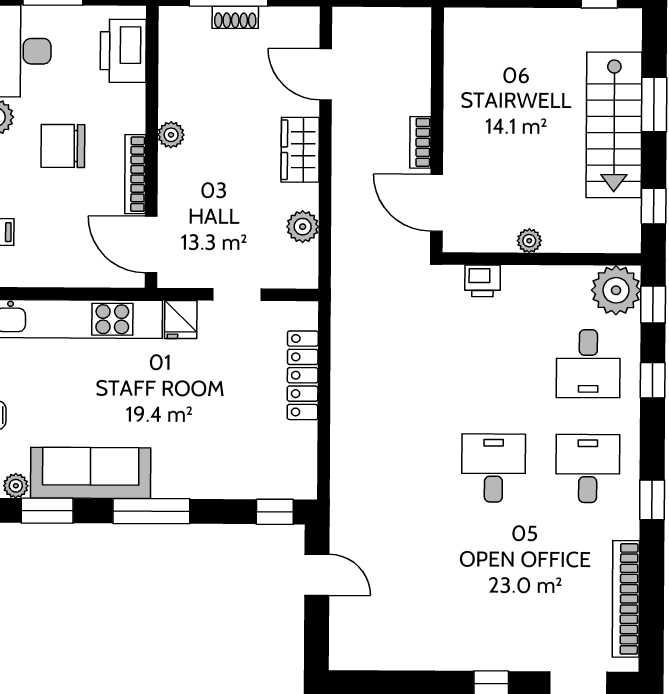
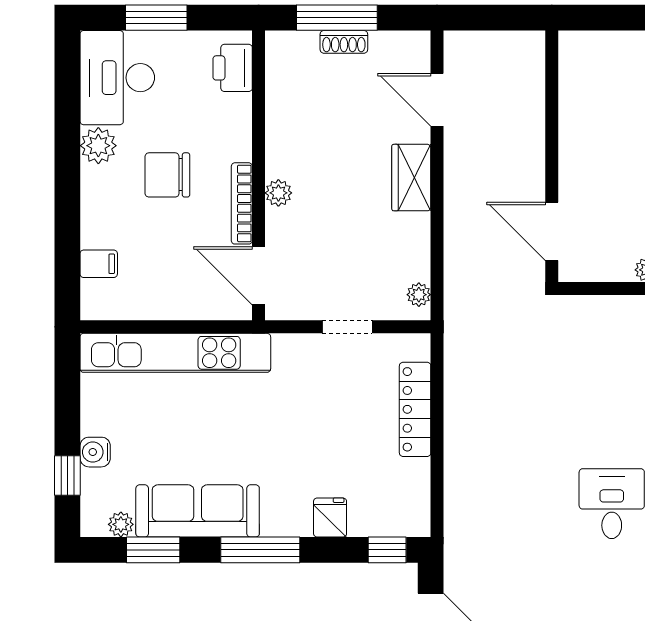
printer: (123, 51) -> (233, 68), width x0.73, depth x0.84
plant: (171, 135) -> (278, 193), moved
bookcase: (420, 142) -> (535, 169), removed
plant: (303, 227) -> (419, 295), moved, width x0.73, depth x0.73
printer: (483, 281) -> (599, 311), removed
fridge: (181, 320) -> (330, 517), moved, turned 180

